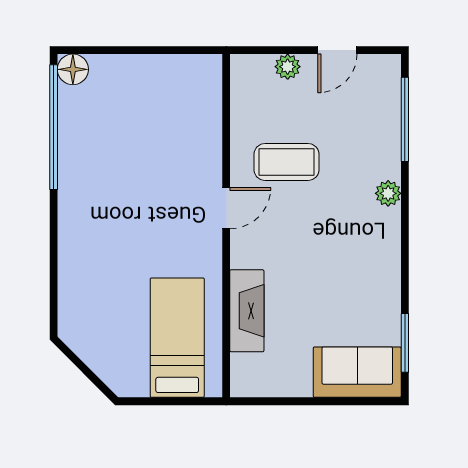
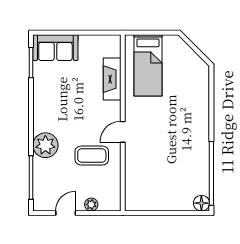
plant: (388, 193) -> (45, 145), width x1.88, depth x1.88

